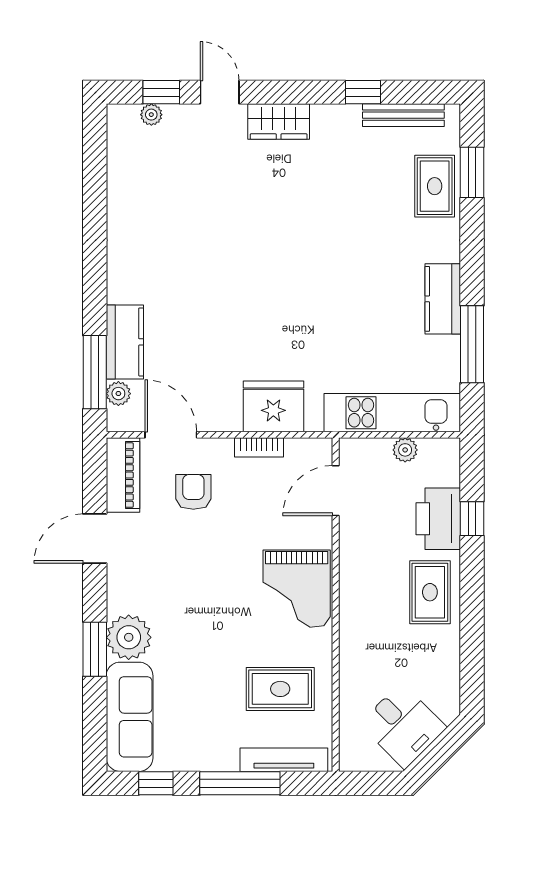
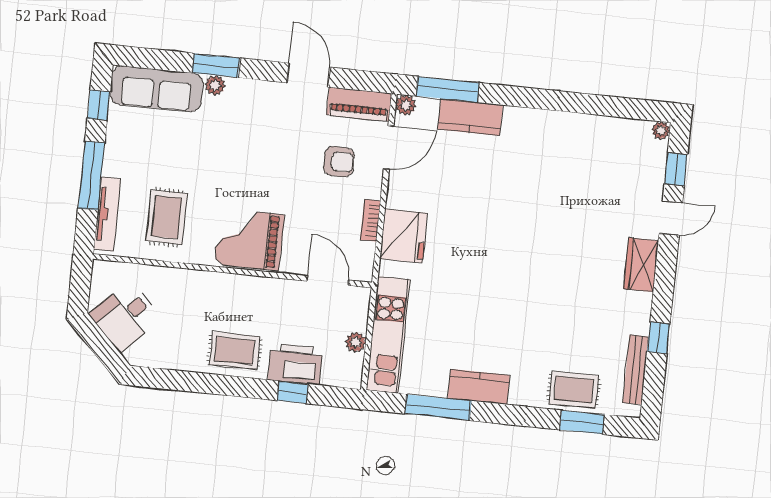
plant: (151, 115) -> (661, 130), moved
plant: (118, 394) -> (406, 105), moved
plant: (129, 637) -> (215, 85), width x0.53, depth x0.53

